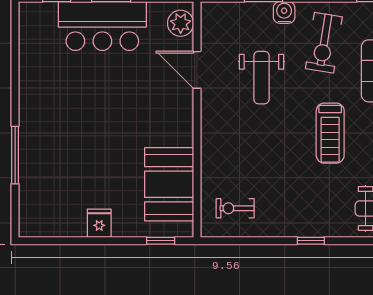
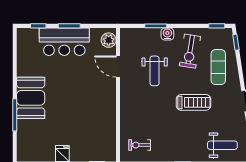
treadmill: (330, 133) -> (194, 102), turned -90
booth: (169, 184) -> (31, 98), moved

